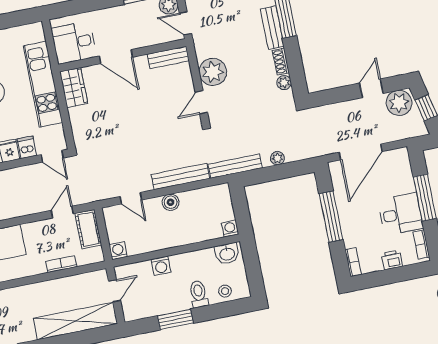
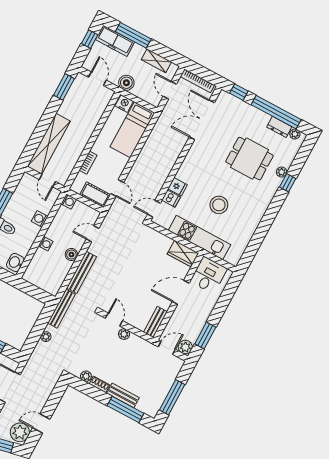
plant: (213, 72) -> (124, 334), width x0.53, depth x0.53
door: (371, 88) -> (41, 423), swing flipped
washing machine: (230, 229) -> (46, 244), moved

